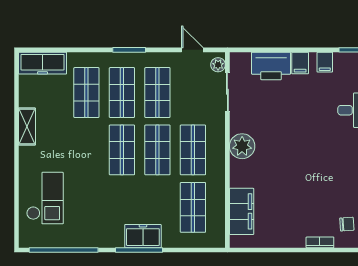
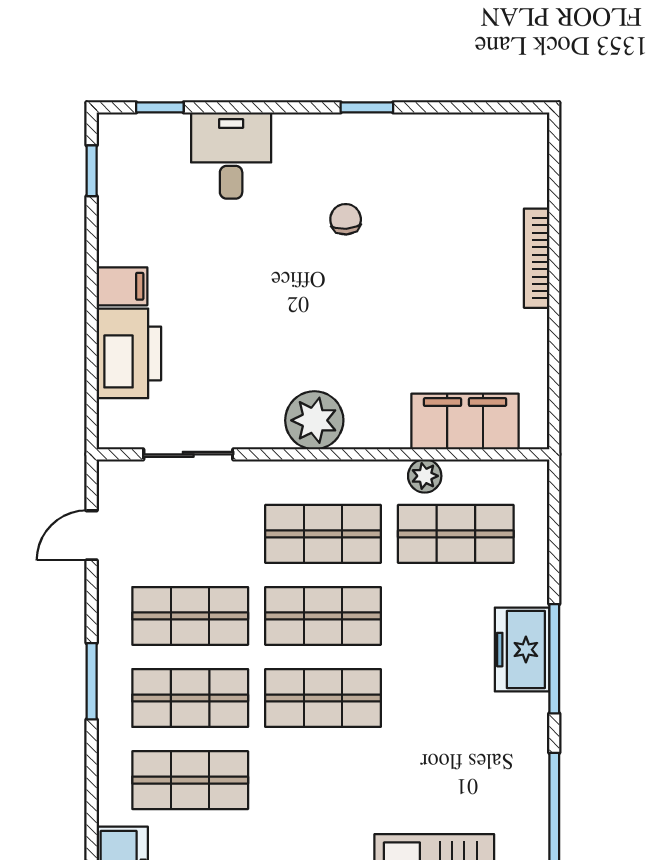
filing cabinet: (325, 62) -> (120, 229), removed
plant: (218, 65) -> (425, 476), moved
chair: (347, 224) -> (346, 219), moved
bookcase: (320, 242) -> (537, 258), width x1.56

